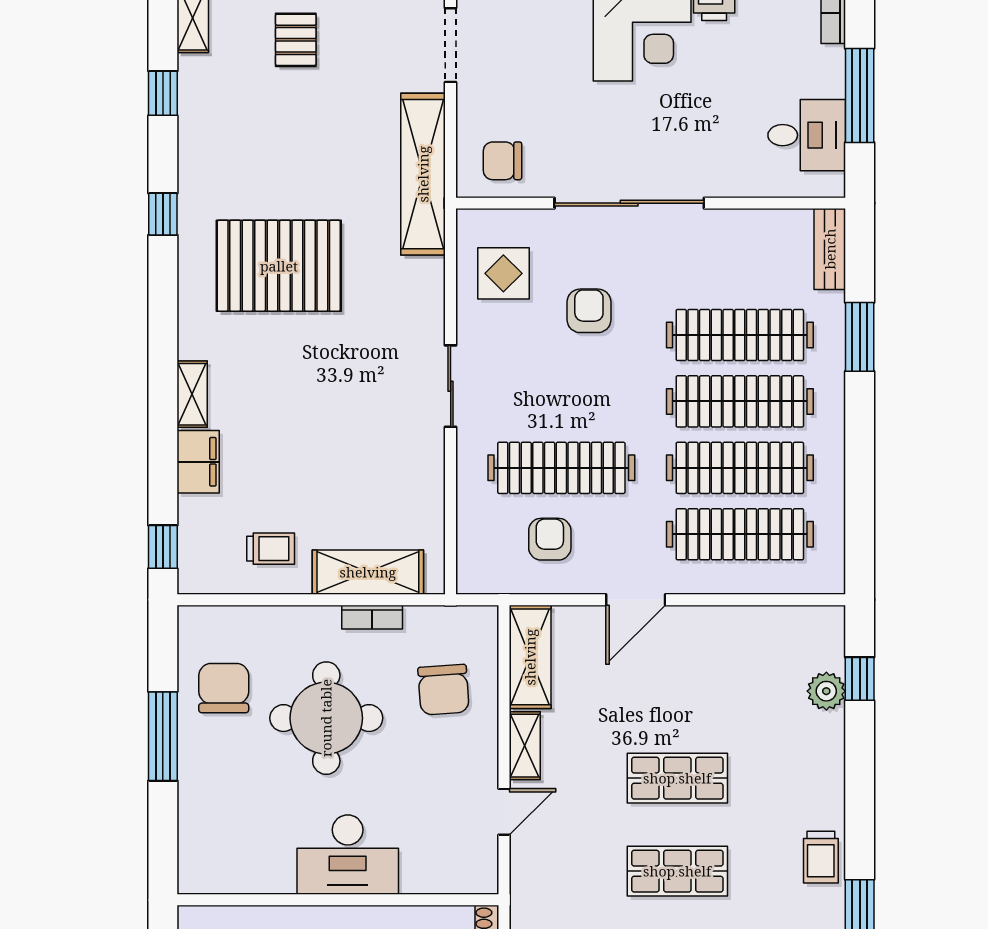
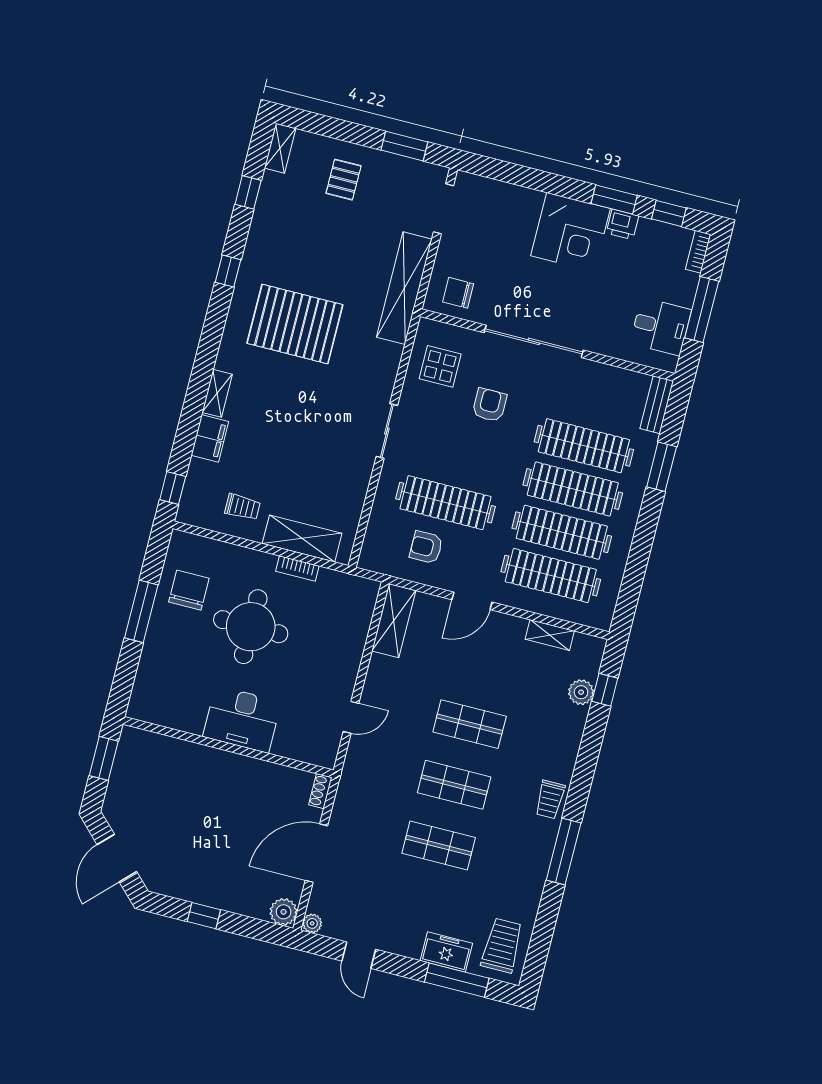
armchair: (550, 539) -> (426, 547), turned -90
chair: (443, 690) -> (332, 628), removed
shelving: (525, 746) -> (550, 635), moved, turned 90

